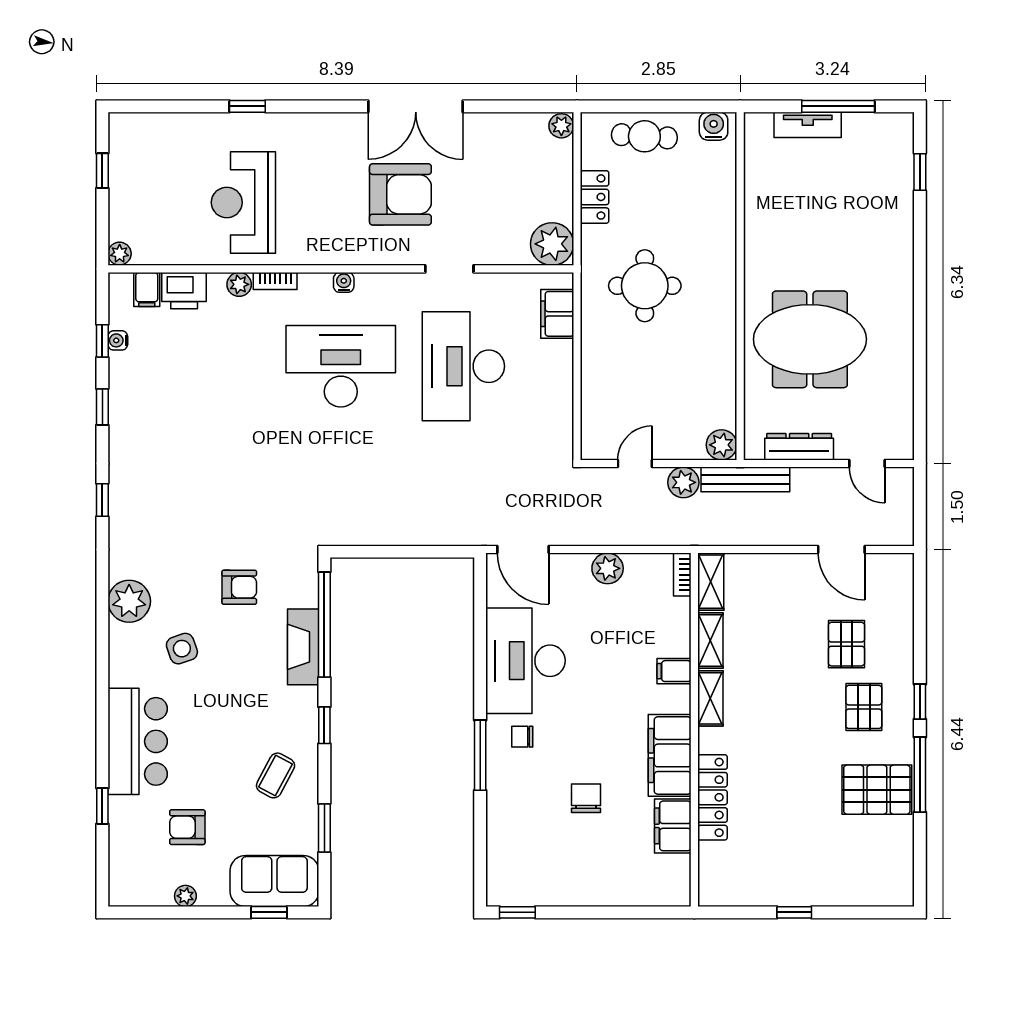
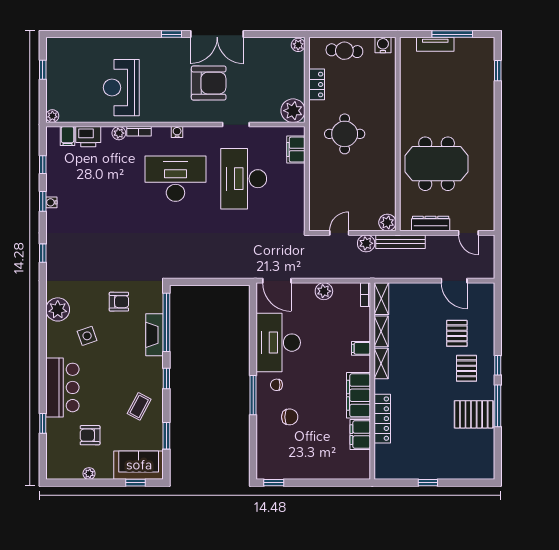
window: (247, 106) -> (171, 34), moved
water cooler: (118, 340) -> (51, 202), moved
chair: (586, 798) -> (290, 417), moved, turned 90

